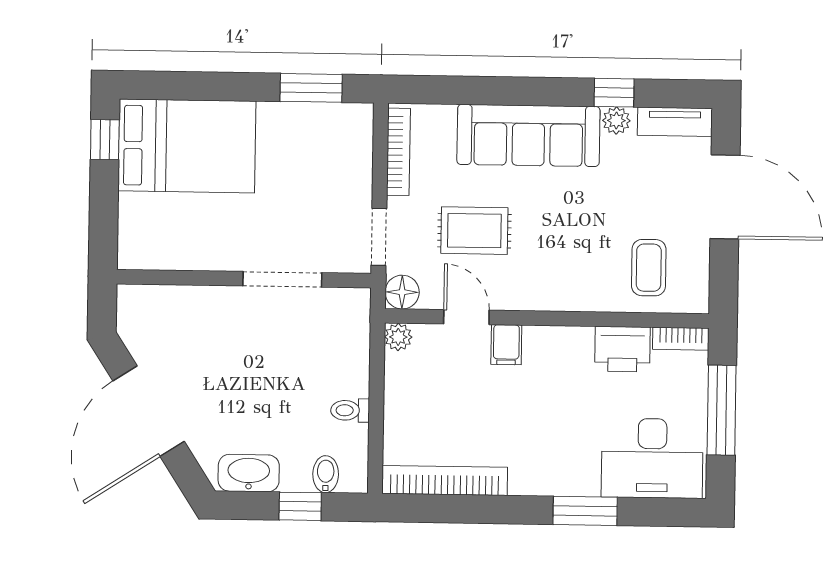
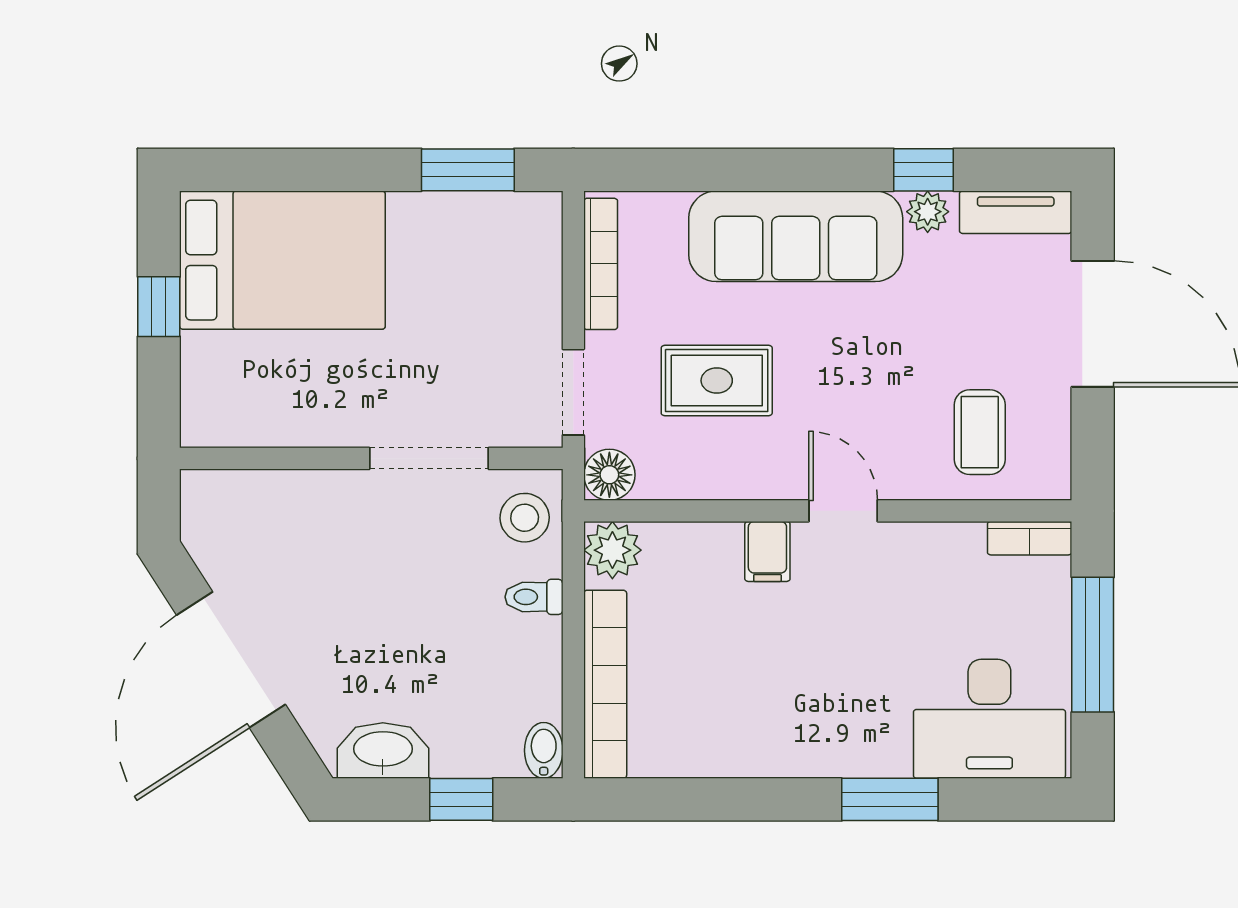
window: (105, 140) -> (159, 307), moved
door: (466, 317) -> (843, 511), moved
stool: (345, 320) -> (525, 518), added
plant: (398, 337) -> (612, 550), width x1.38, depth x1.38
printer: (622, 349) -> (942, 555), removed
toilet: (350, 410) -> (534, 597), moved
bidet: (326, 474) -> (544, 750), moved
bookcase: (445, 480) -> (605, 684), moved, turned 90

